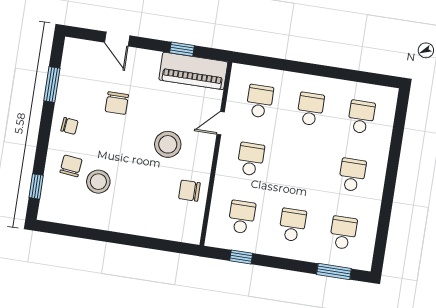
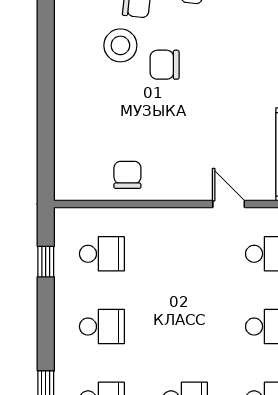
chair: (117, 103) -> (165, 65), moved
stool: (168, 144) -> (188, 135), removed
school desk: (251, 159) -> (185, 254), removed

